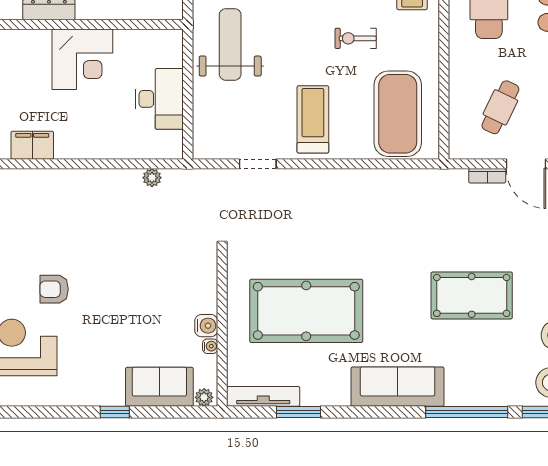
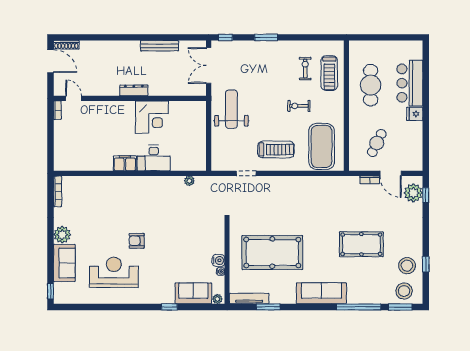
desk: (159, 99) -> (154, 158), moved, turned 90
treadmill: (313, 119) -> (276, 149), turned 90

